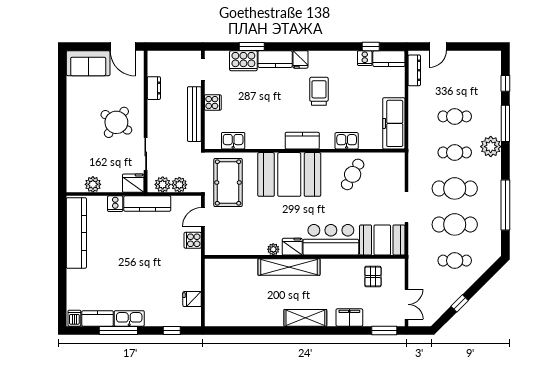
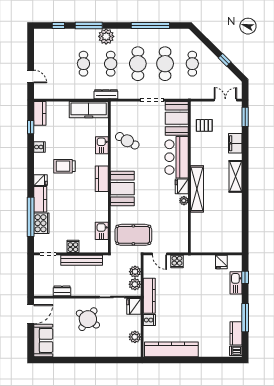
window: (252, 46) -> (31, 217), width x2.11
cooker: (365, 58) -> (39, 147), moved
dresser: (414, 70) -> (106, 94), moved
booth: (289, 174) -> (122, 189), width x0.73, depth x0.70
kitchen sink: (129, 318) -> (236, 283), moved

